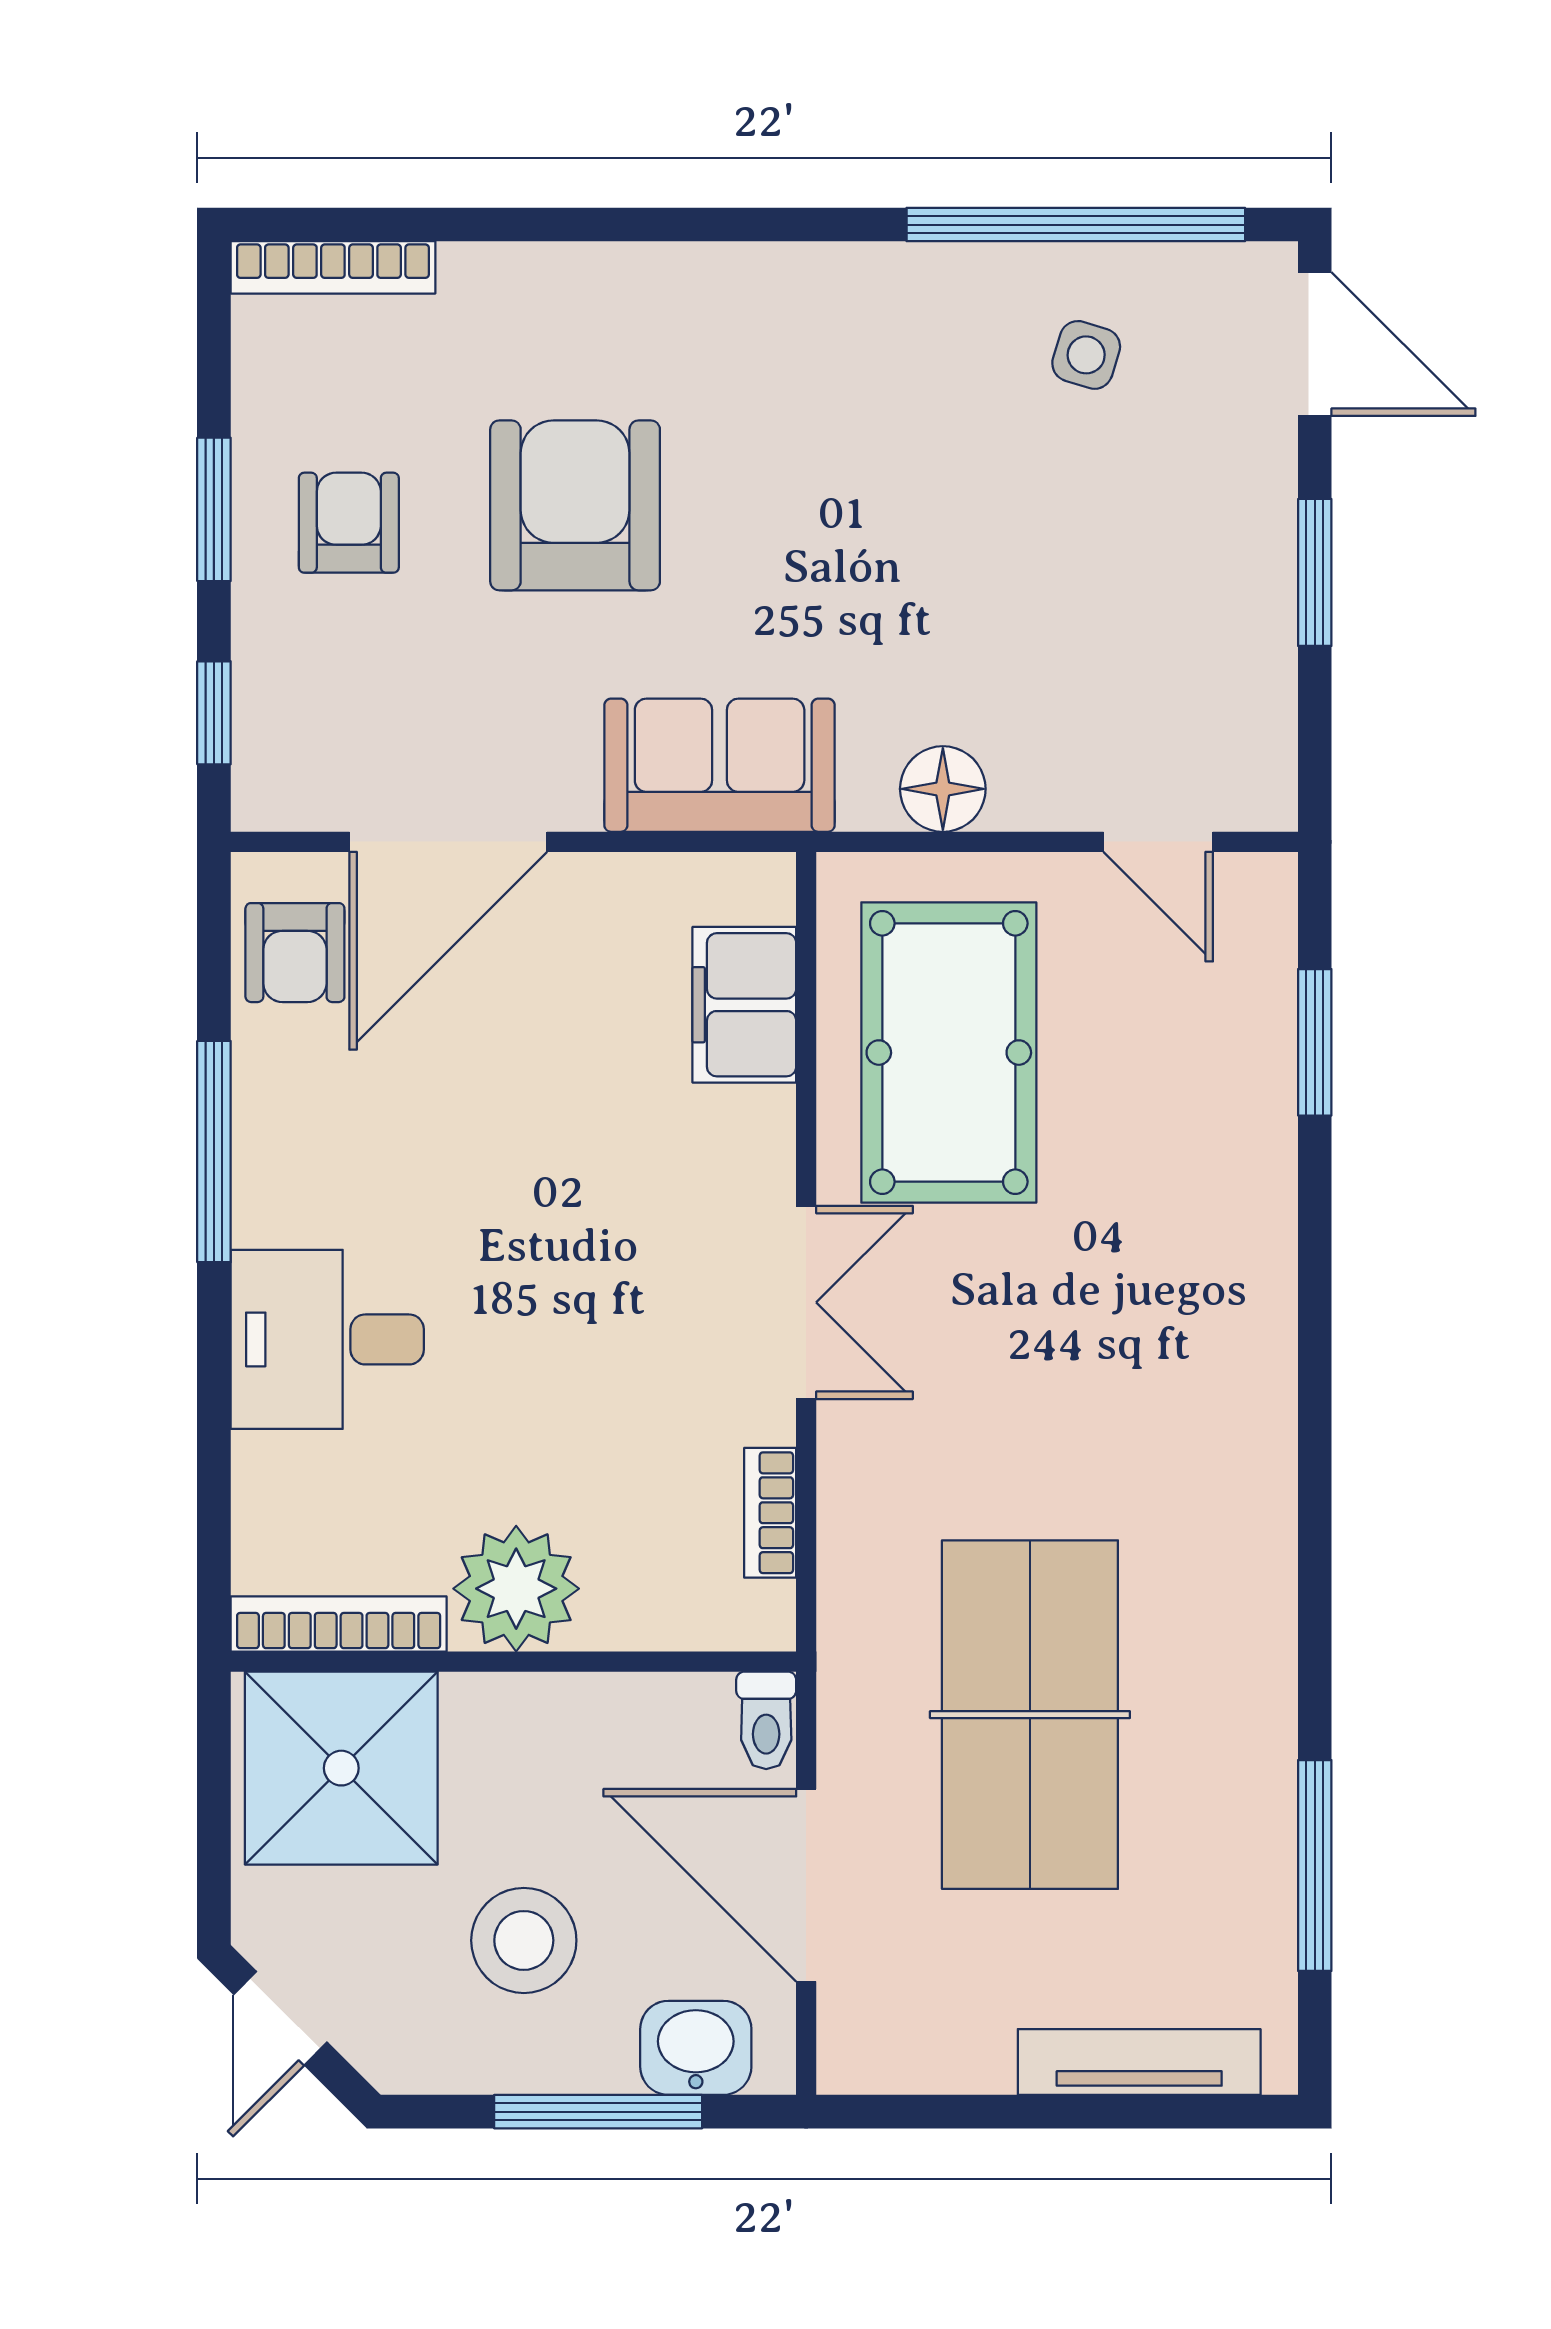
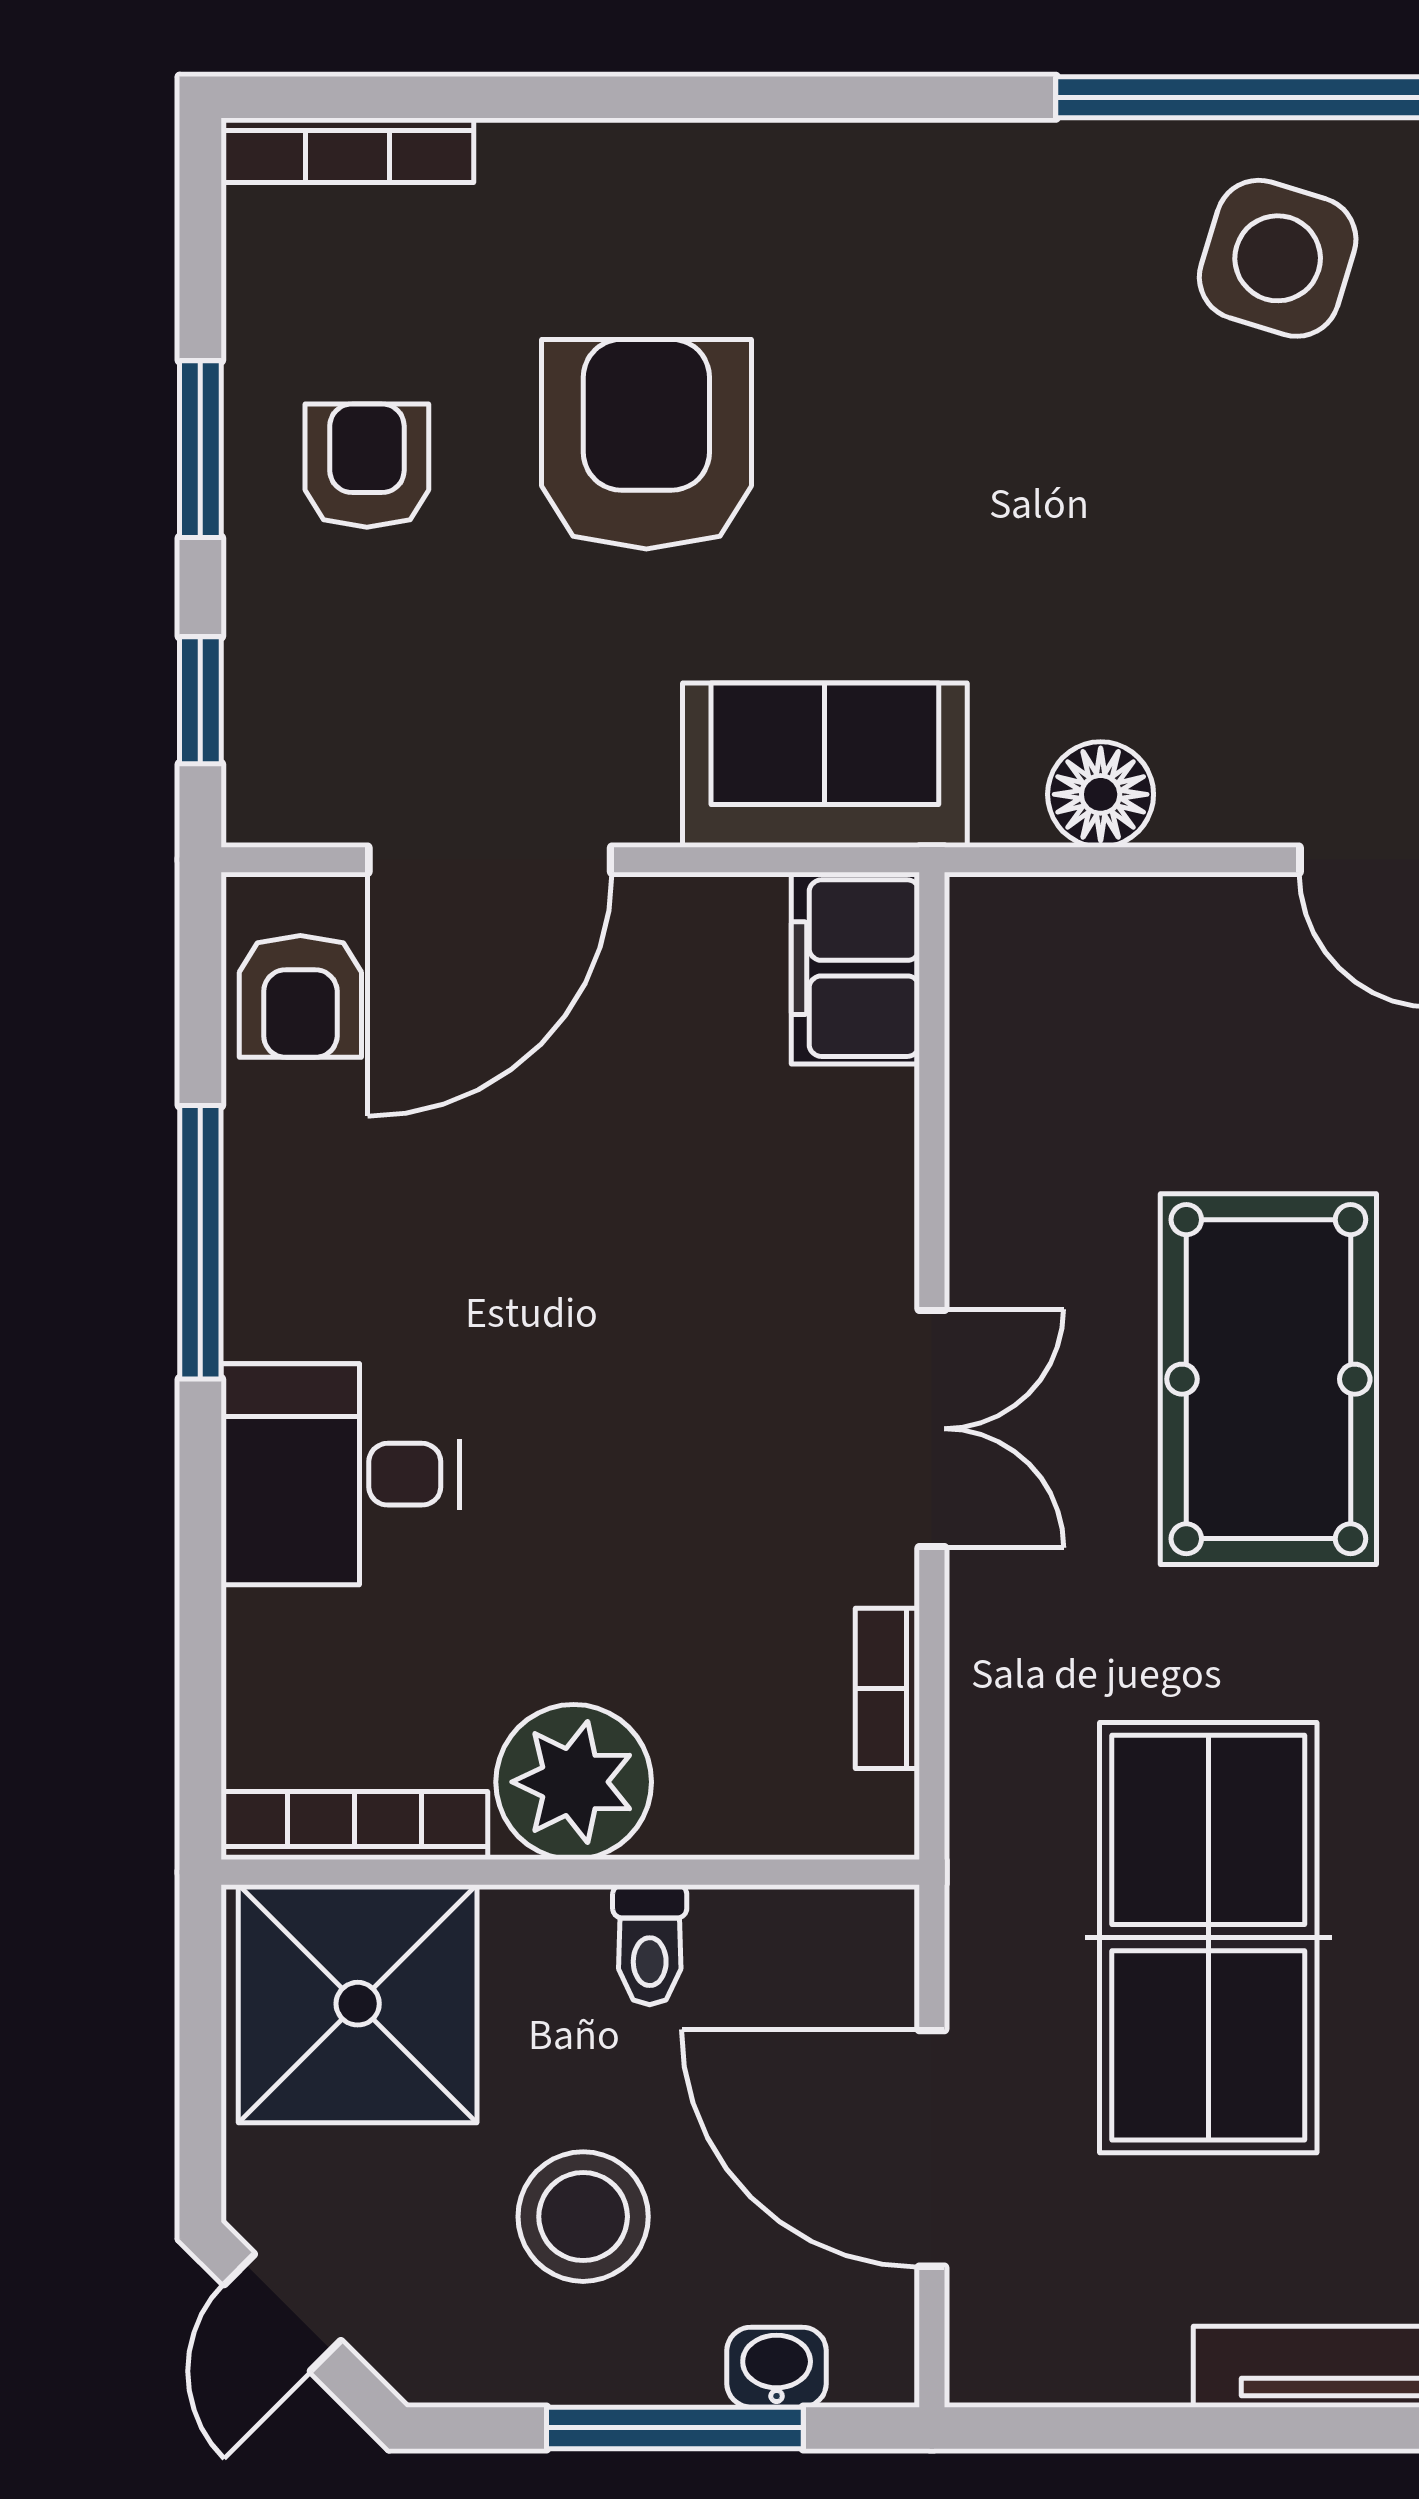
side table: (1086, 355) -> (1278, 258), width x1.87, depth x1.87
filing cabinet: (744, 1005) -> (855, 968), moved
pool table: (949, 1053) -> (1268, 1379), moved
toilet: (766, 1720) -> (650, 1945), moved
washbasin: (696, 2048) -> (777, 2367), width x0.72, depth x0.69

